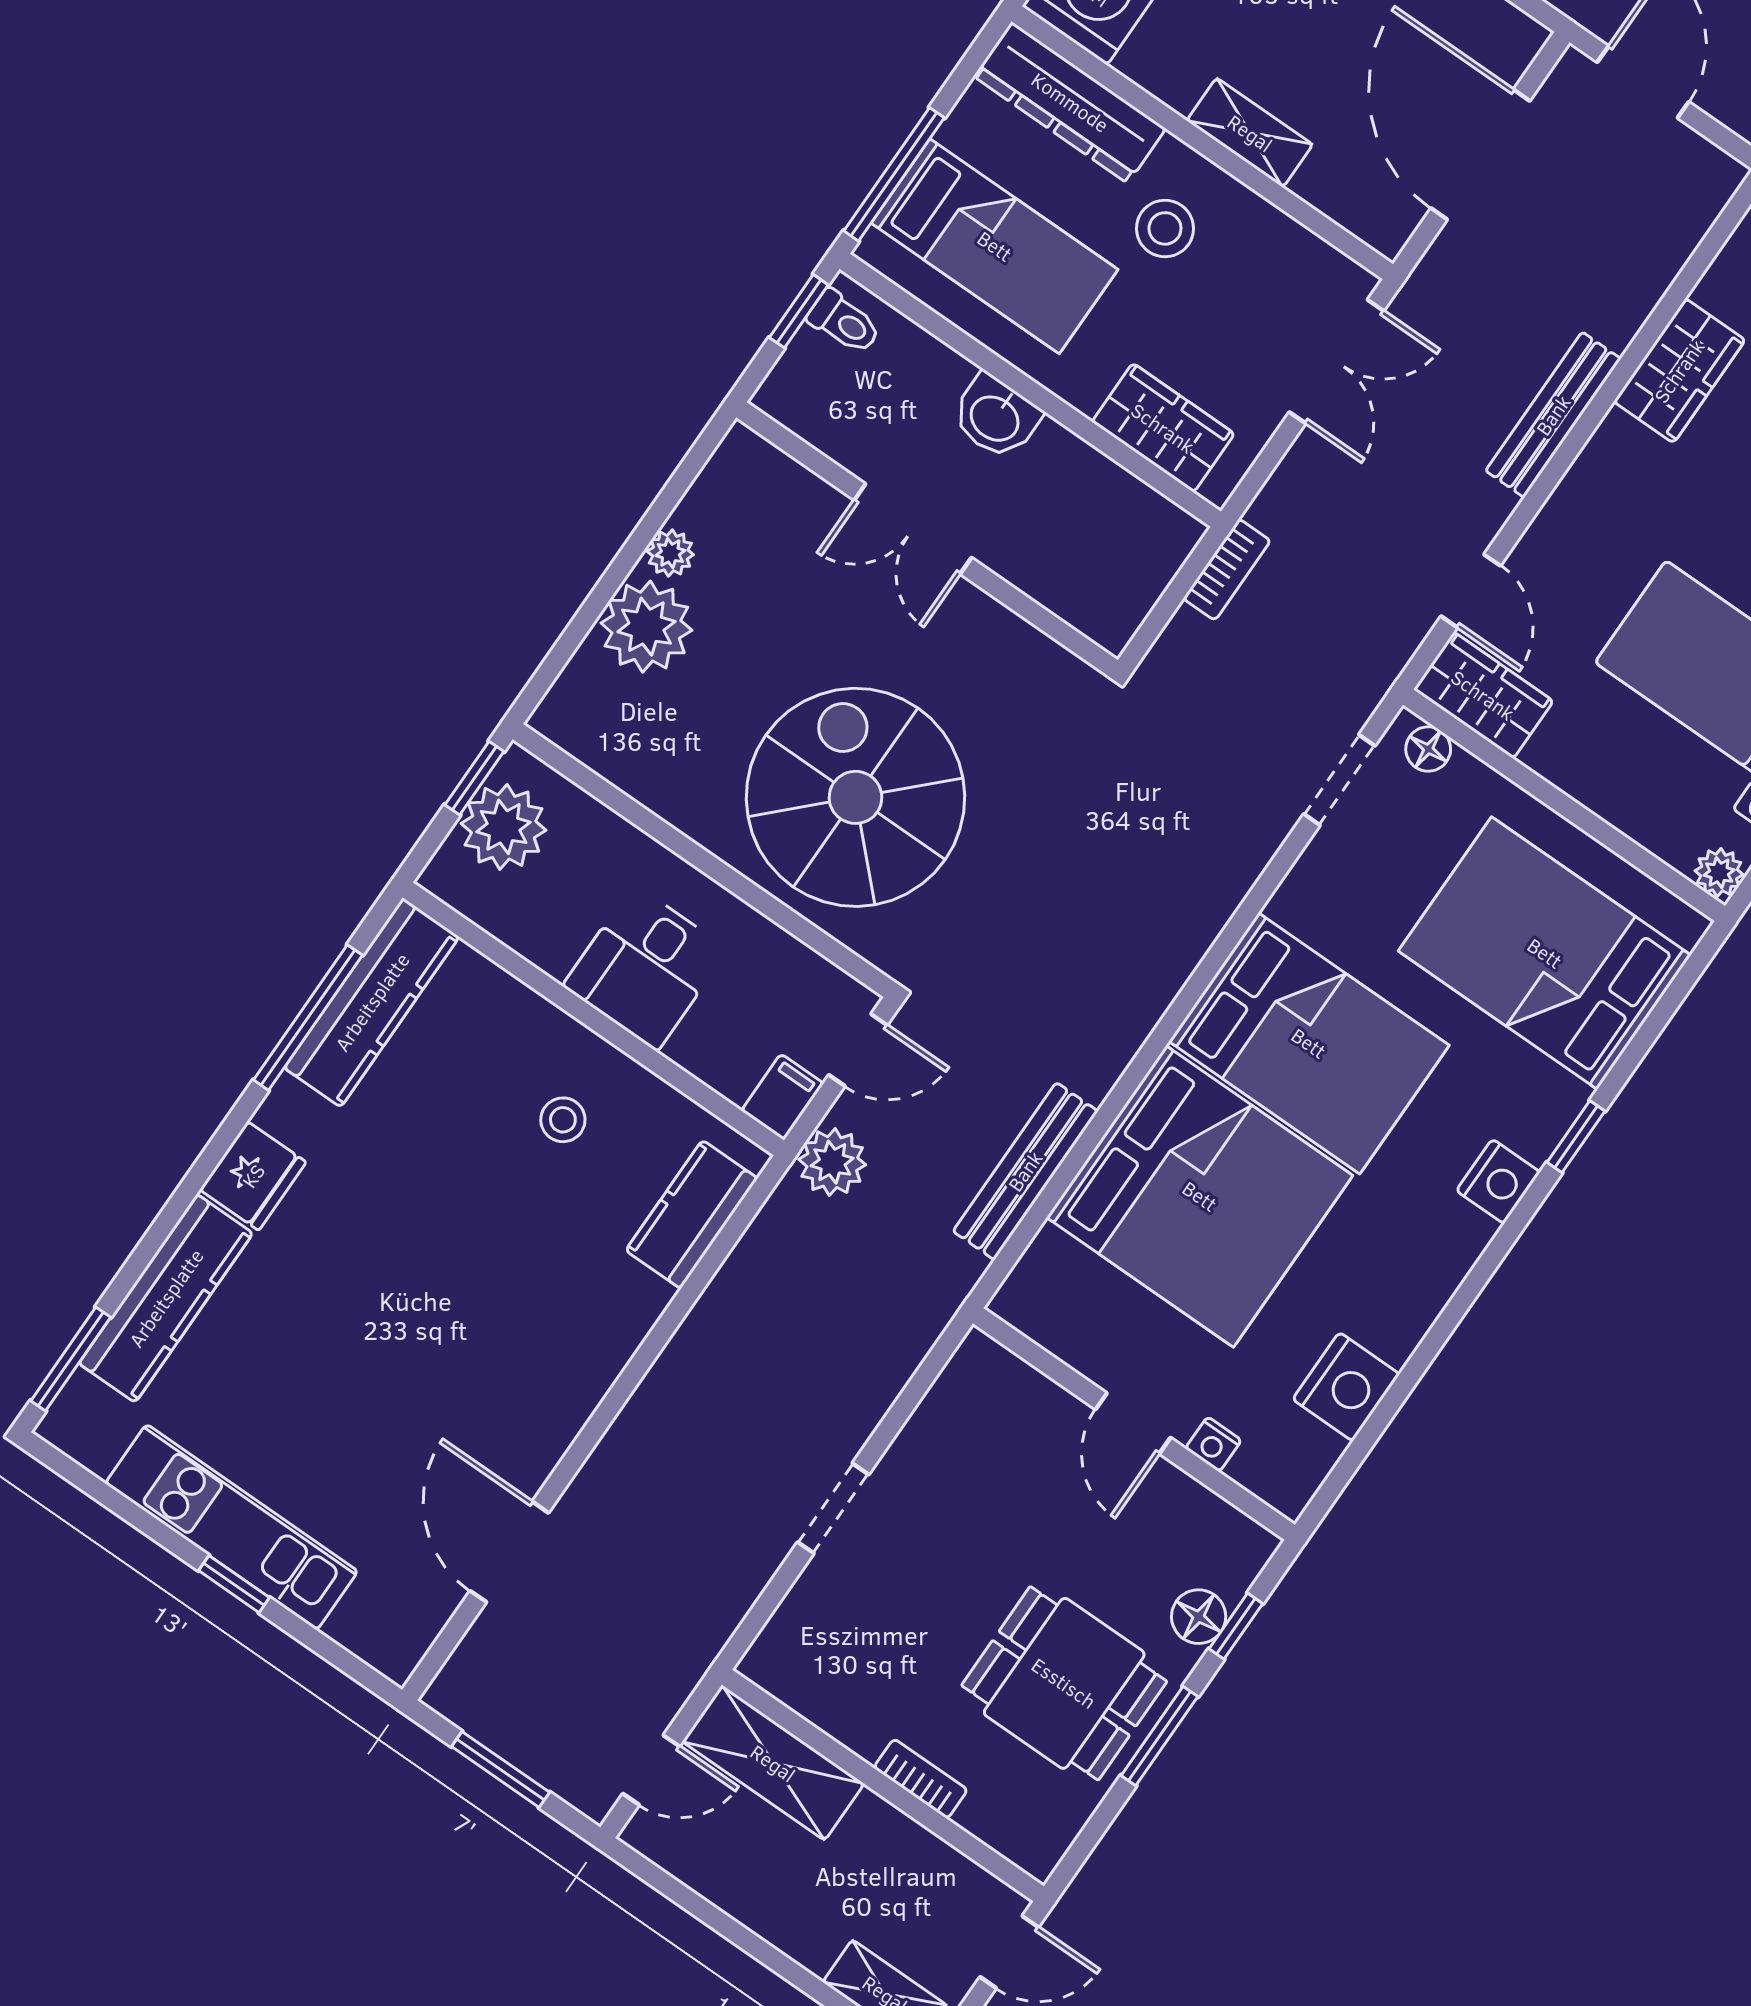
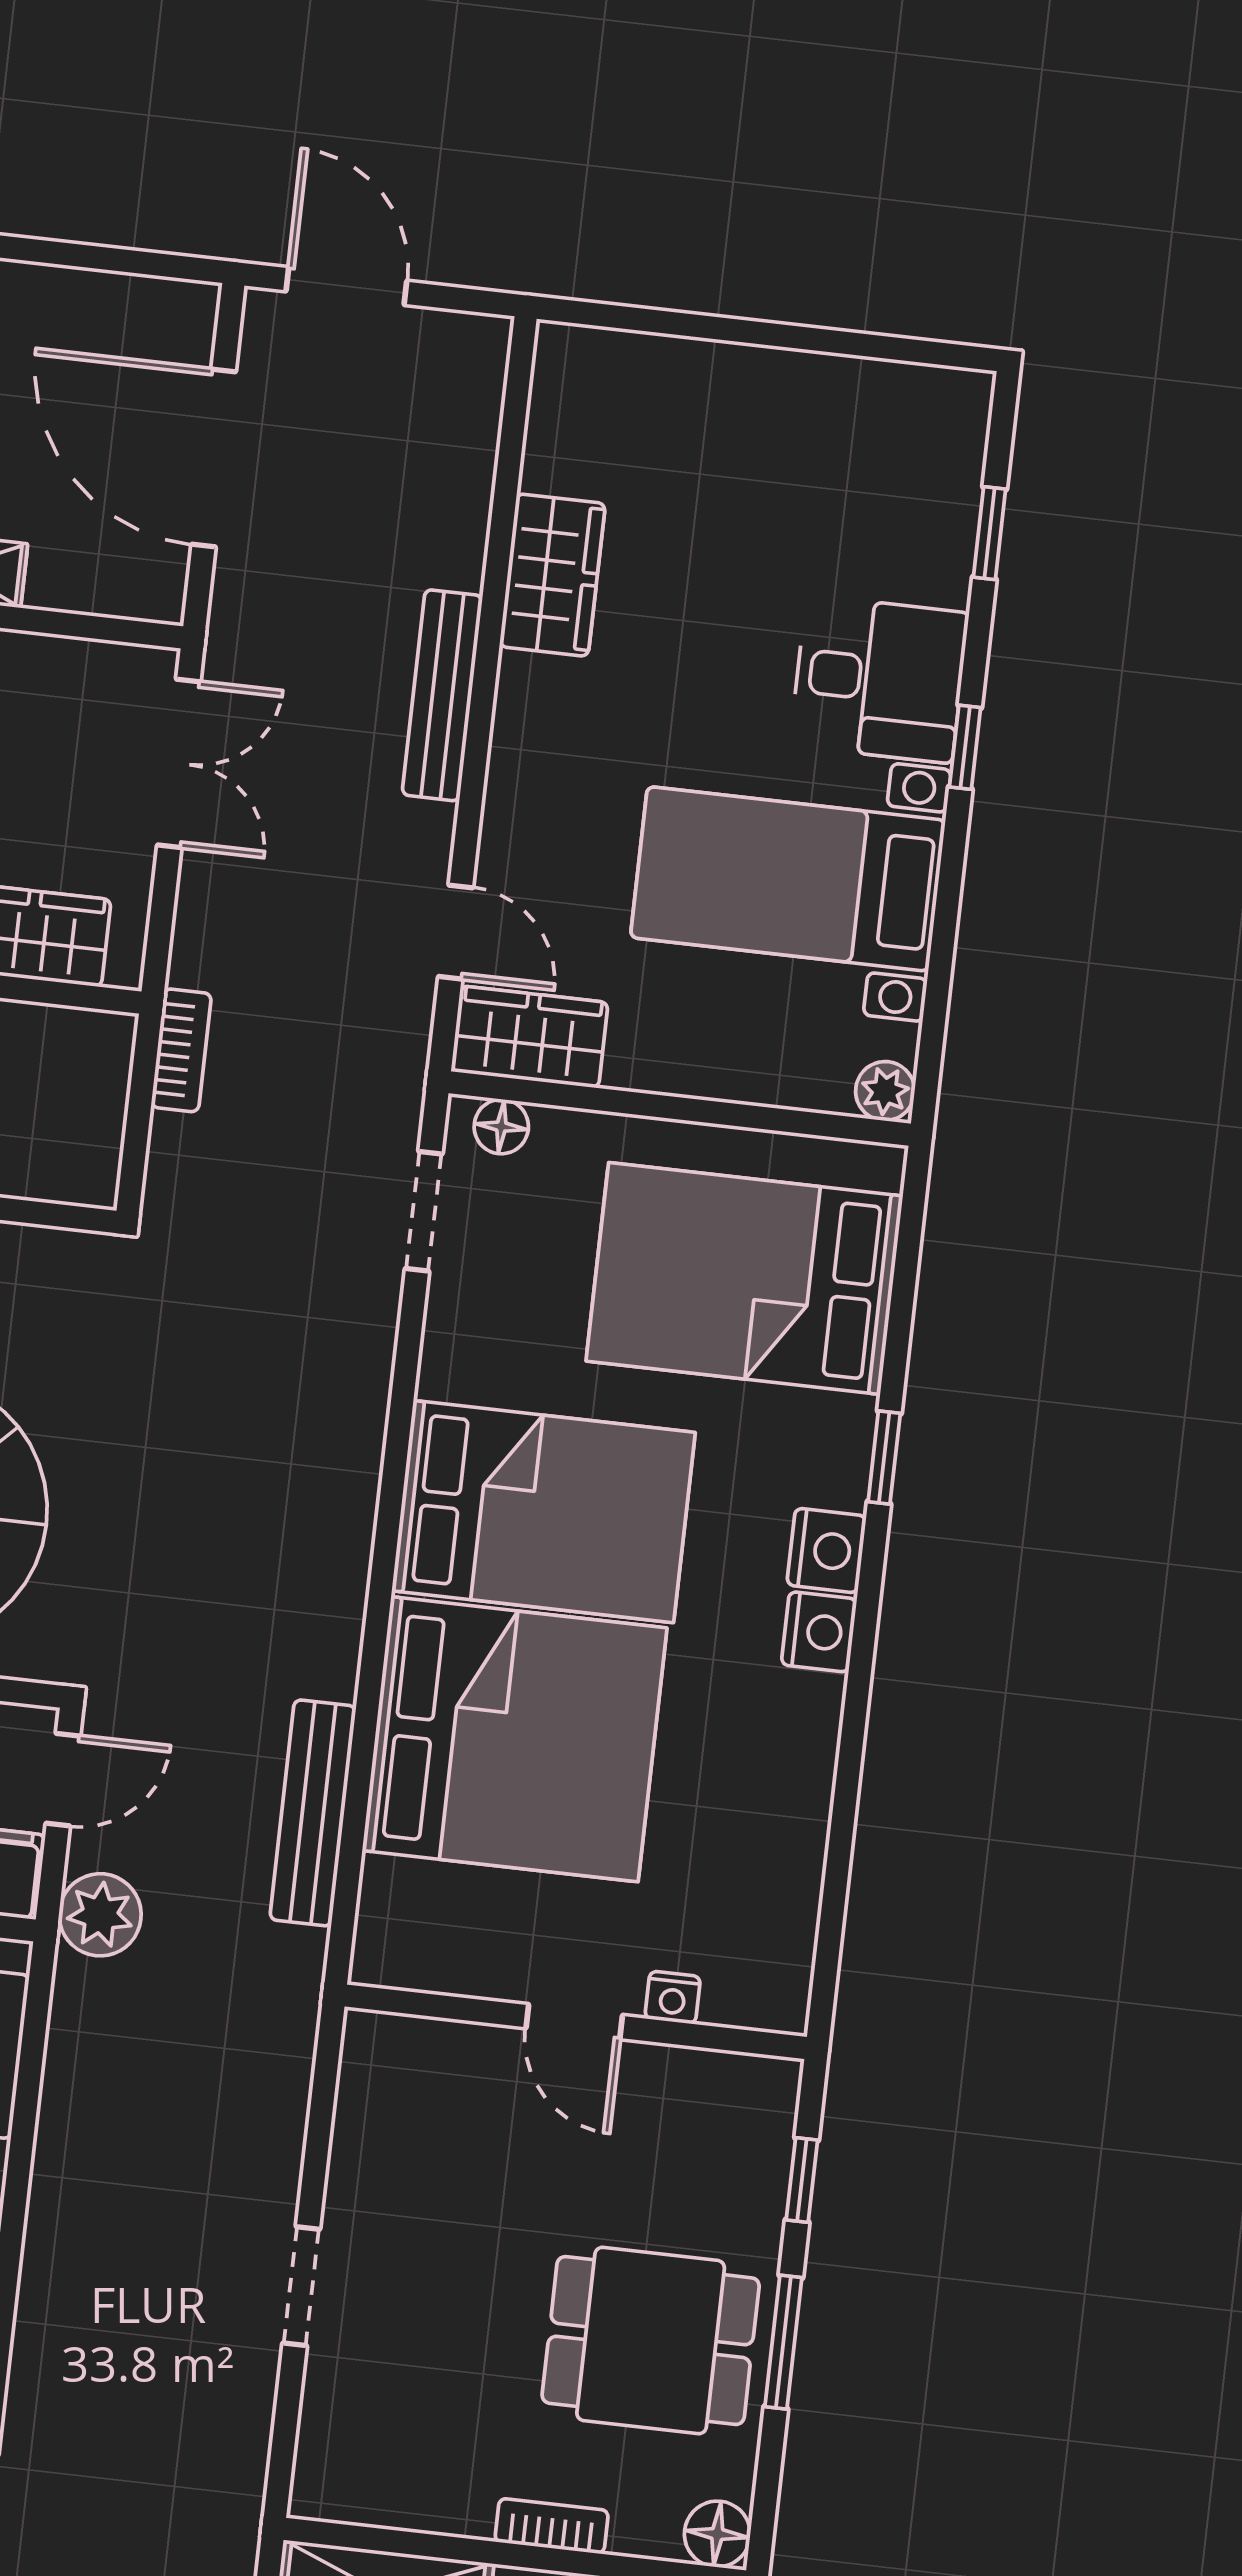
nightstand: (1346, 1387) -> (819, 1632), moved, width x0.74, depth x0.75
floor lamp: (1199, 1617) -> (717, 2534), moved

